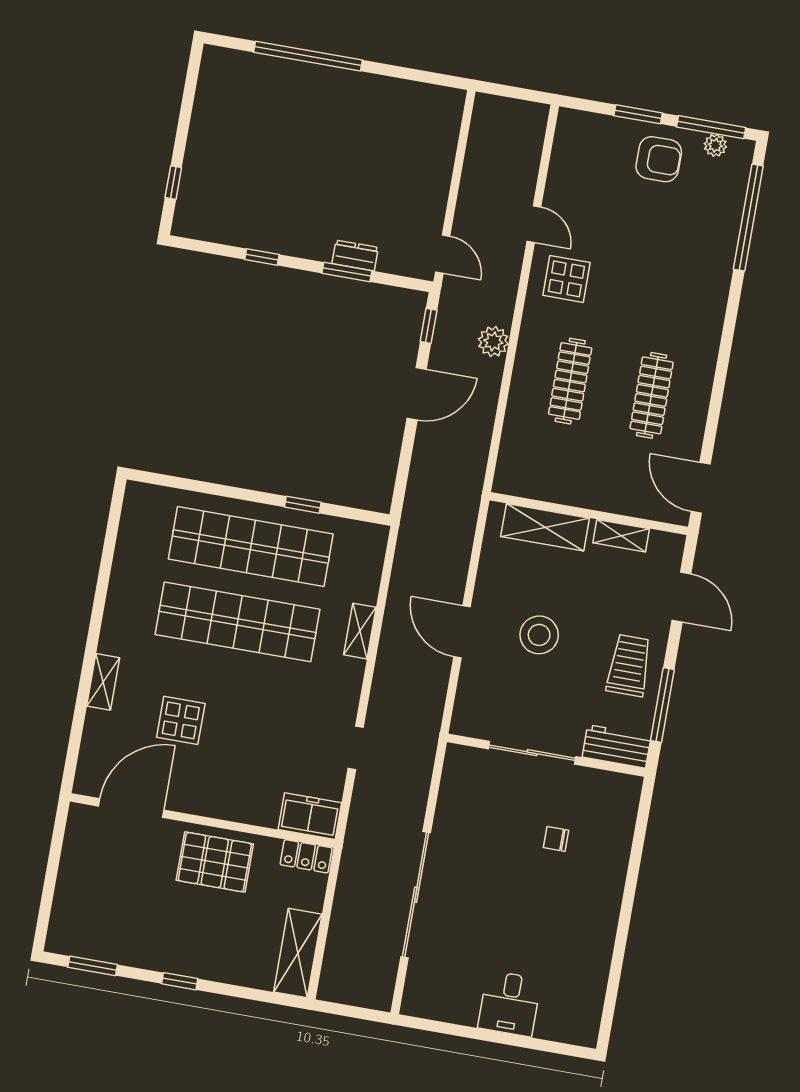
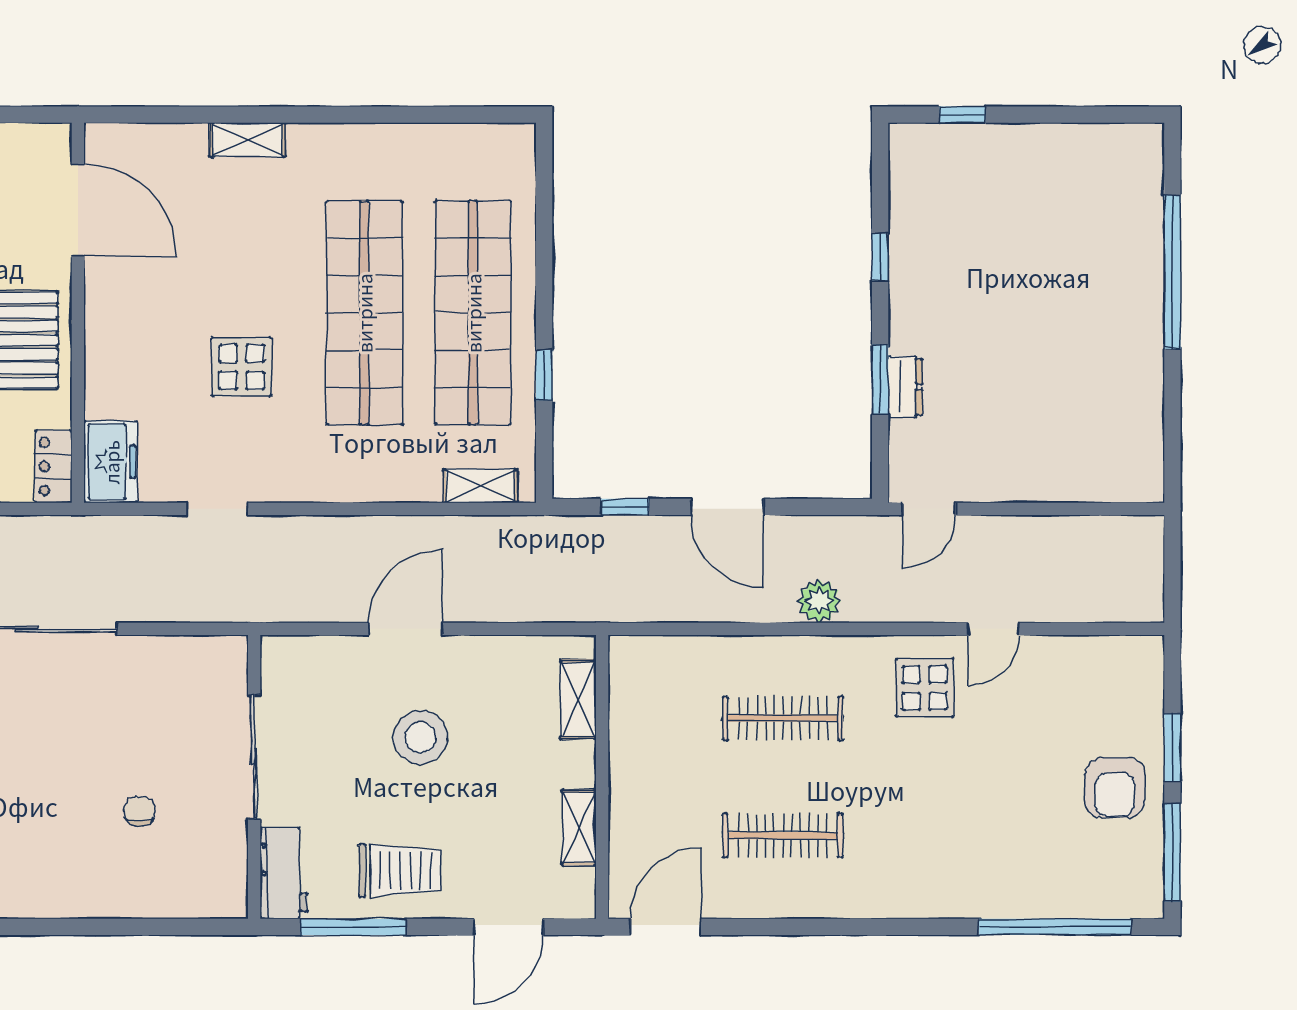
plant: (715, 145) -> (1148, 863), removed
window: (429, 326) -> (625, 507), moved
shelving: (545, 527) -> (578, 699), width x0.67, depth x0.75
shelving: (360, 631) -> (480, 486), moved
display table: (181, 720) -> (242, 367), moved

